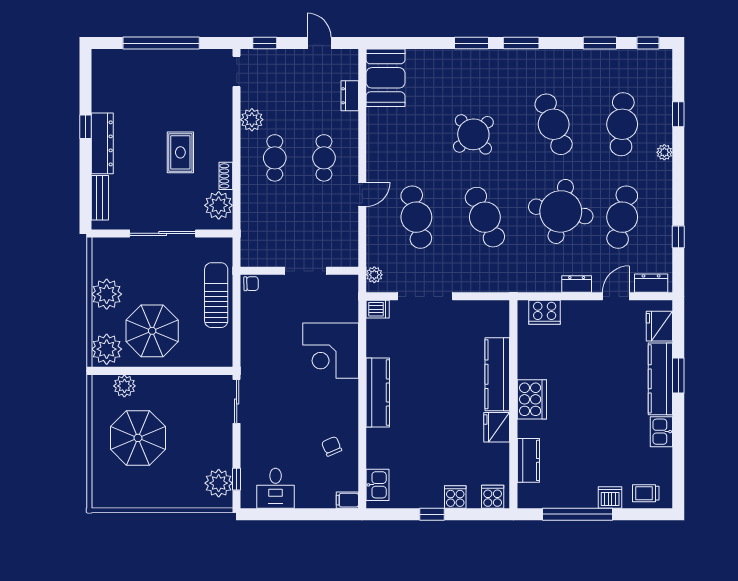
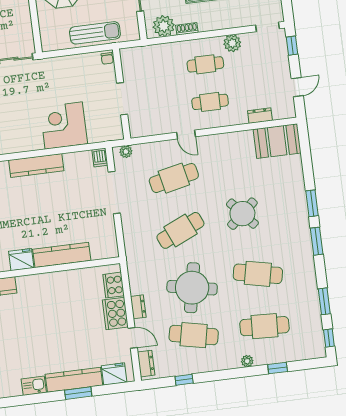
cafe table: (554, 124) -> (258, 274), turned 33
cooker: (532, 399) -> (115, 313), moved, turned 90

